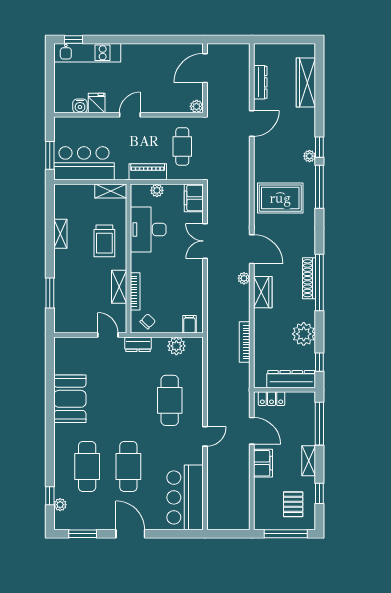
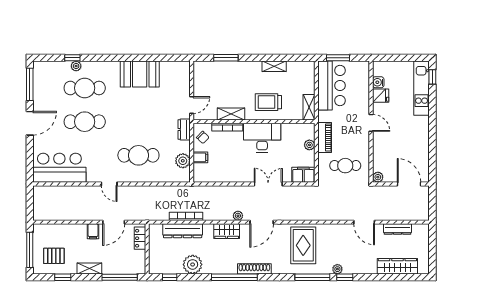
desk: (148, 229) -> (262, 138), moved
shoe rack: (309, 278) -> (254, 269), moved
filing cabinet: (189, 324) -> (200, 157), moved
dresser: (291, 379) -> (183, 231), moved, turned 90
filing cabinet: (263, 463) -> (93, 231), width x0.50
window: (50, 496) -> (72, 58), moved
plant: (60, 505) -> (76, 66), moved
window: (83, 534) -> (30, 84), width x1.44

